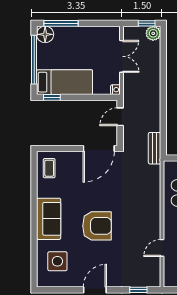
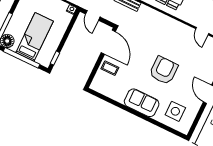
bed: (65, 82) -> (35, 37), moved
coffee table: (49, 168) -> (110, 68), moved

